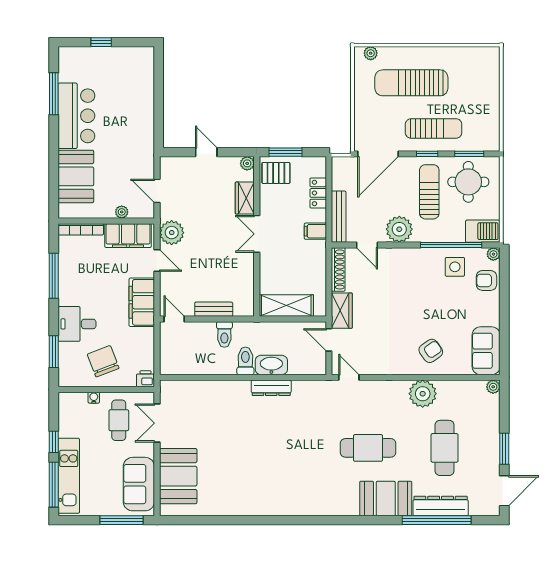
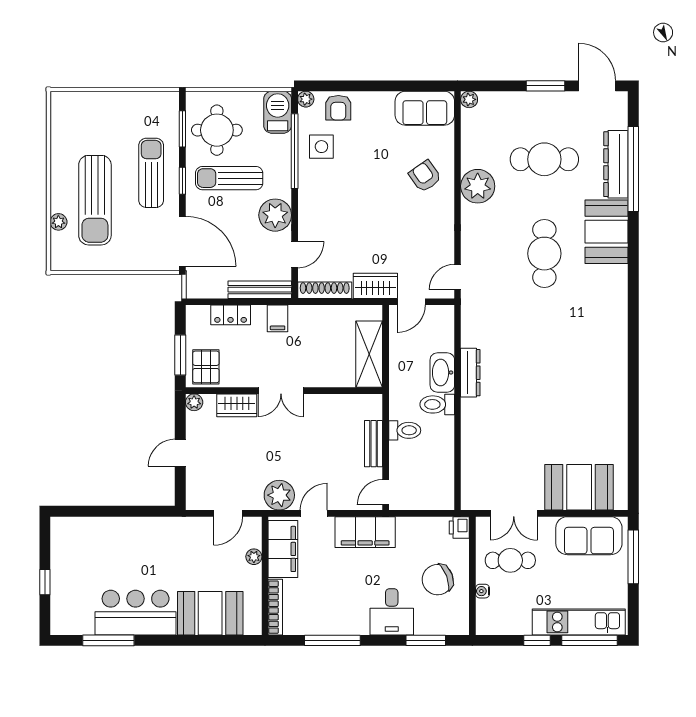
plant: (371, 53) -> (58, 222), moved

